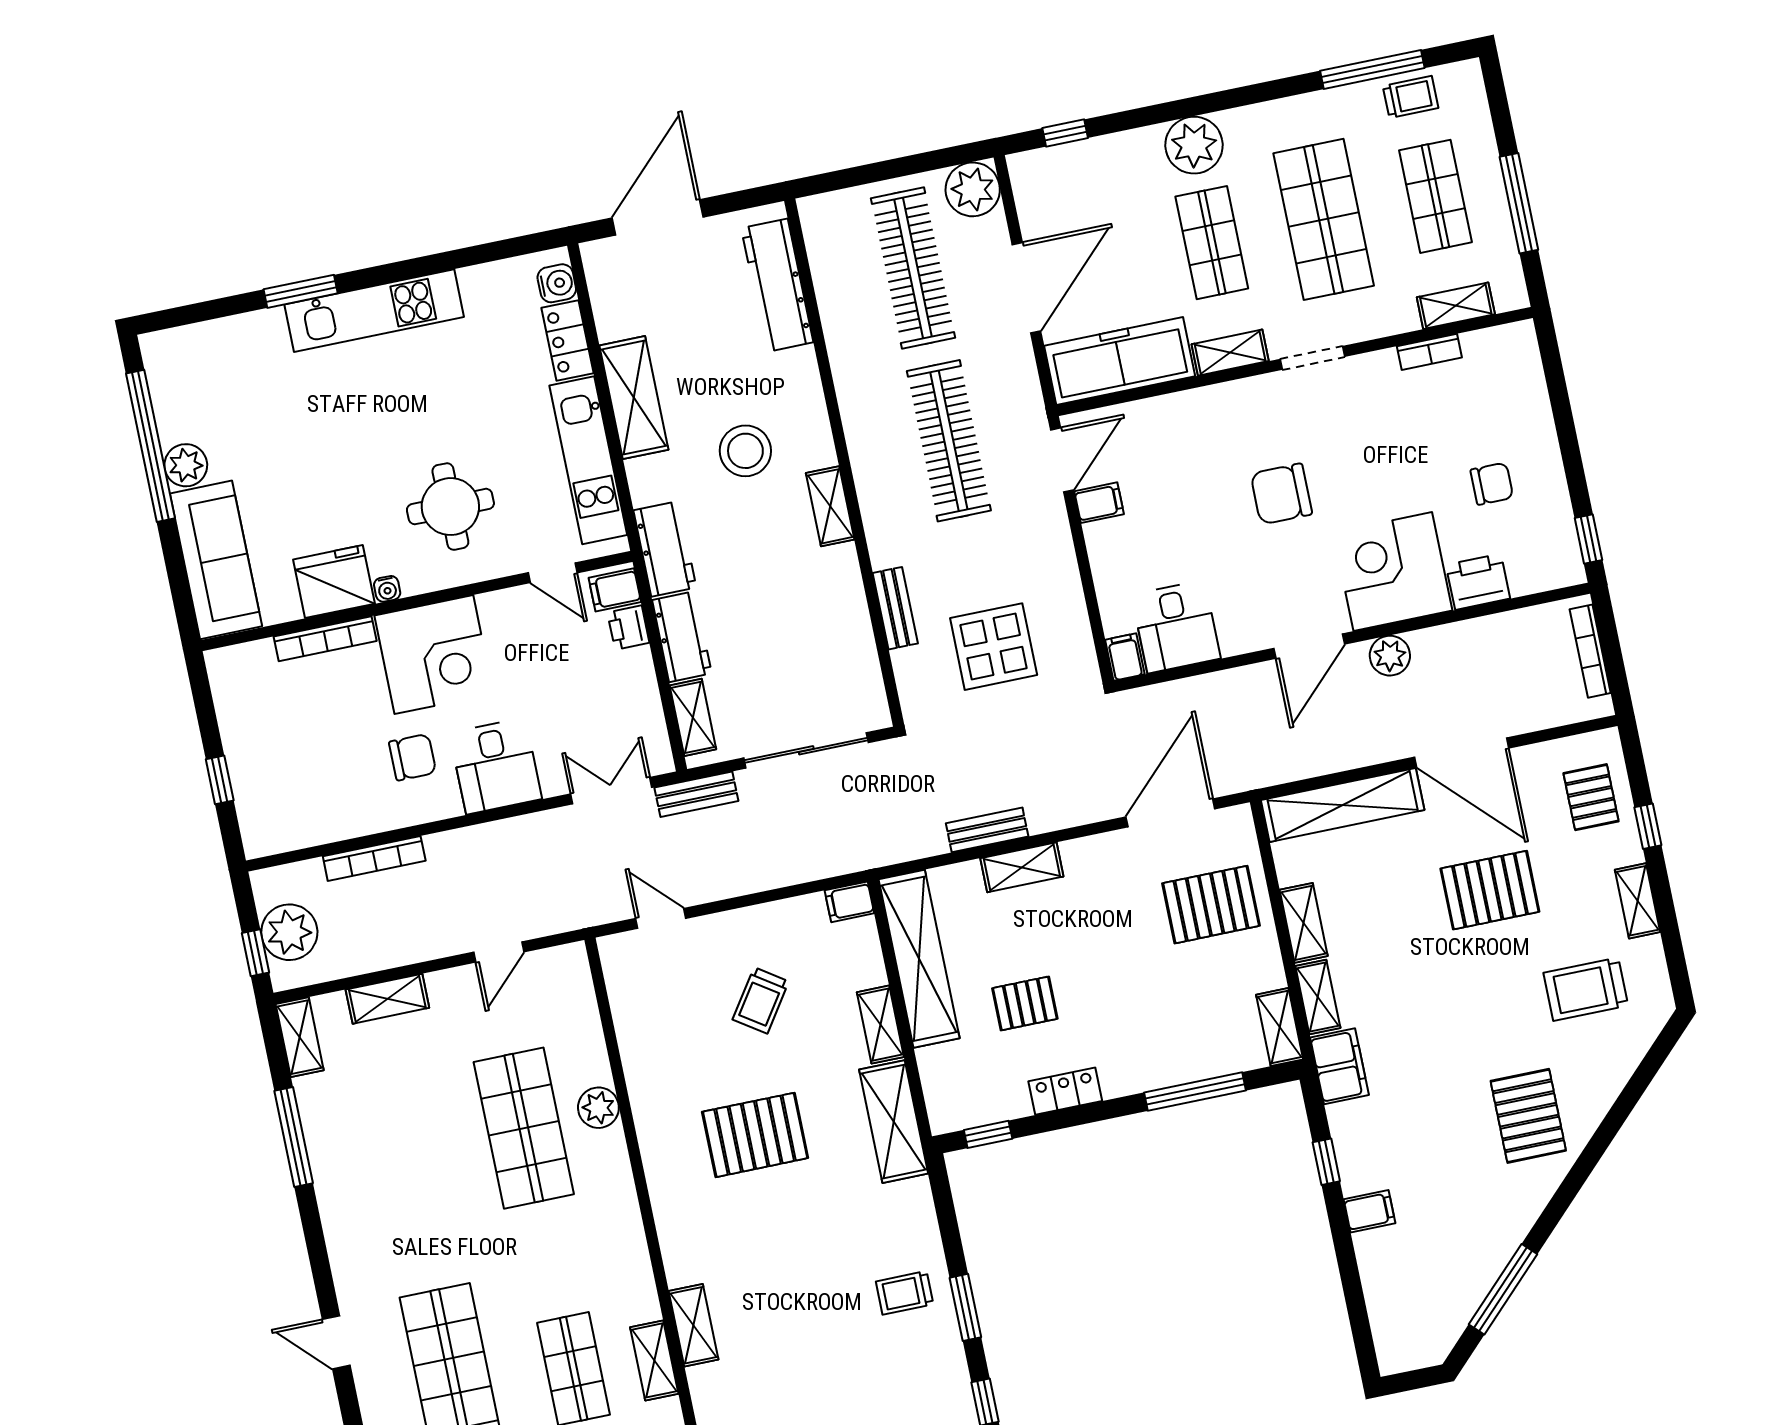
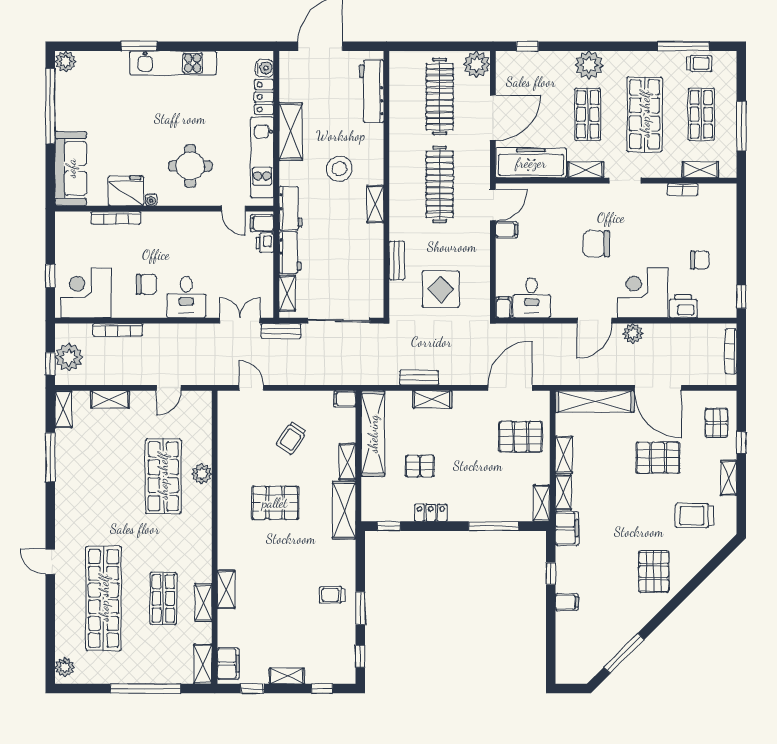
plant: (186, 465) -> (66, 61), moved
corner desk: (434, 655) -> (86, 293), moved, turned 180

